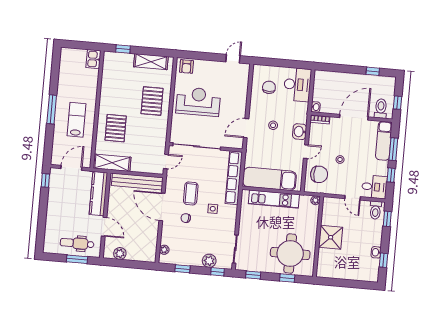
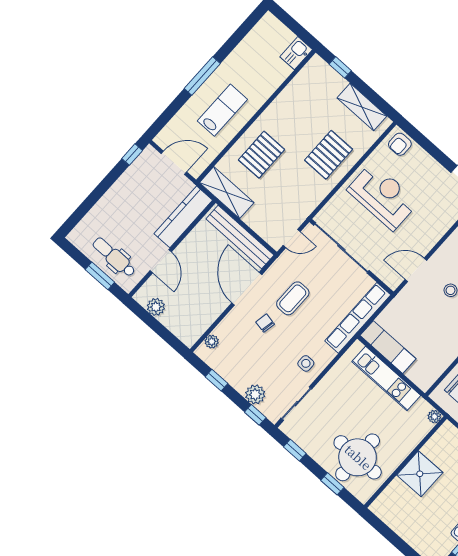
exam couch: (269, 179) -> (388, 347), width x0.73, depth x0.69
side table: (213, 209) -> (306, 363), moved

